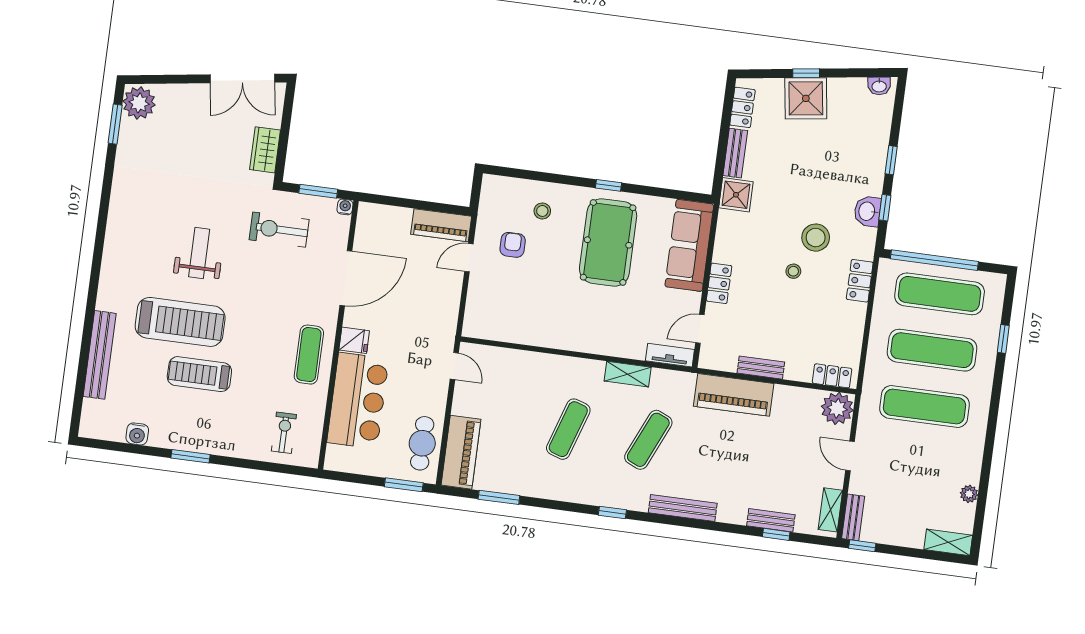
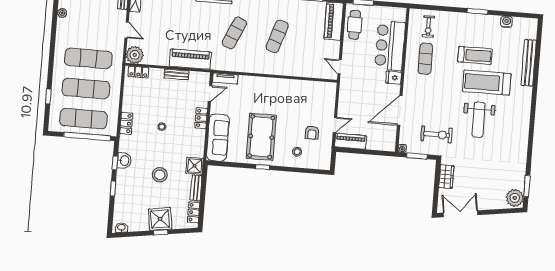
stool: (816, 238) -> (160, 175), moved
weight bench: (199, 253) -> (479, 120), width x1.36, depth x1.33
exercise mat: (309, 355) -> (425, 59), moved
shelving: (628, 374) -> (247, 67), removed

